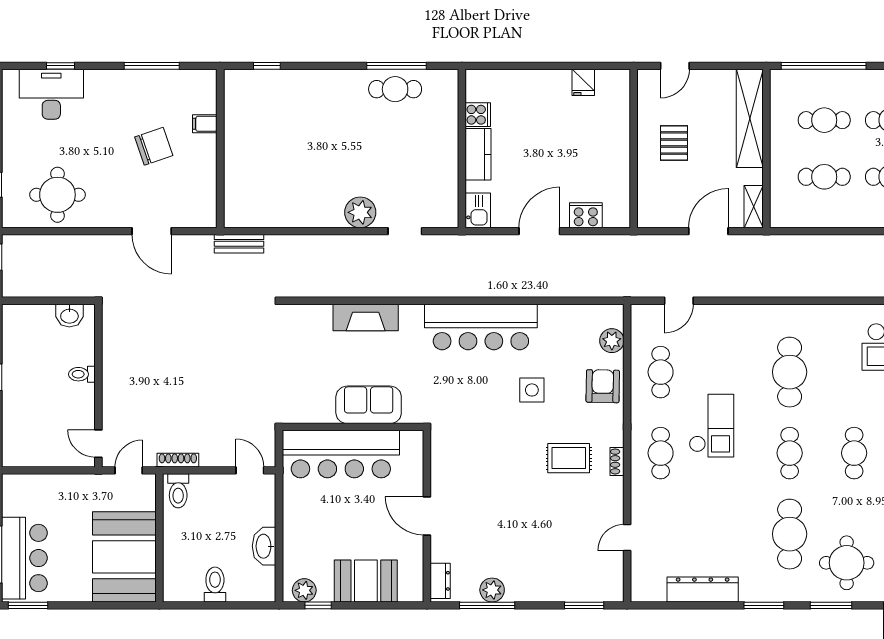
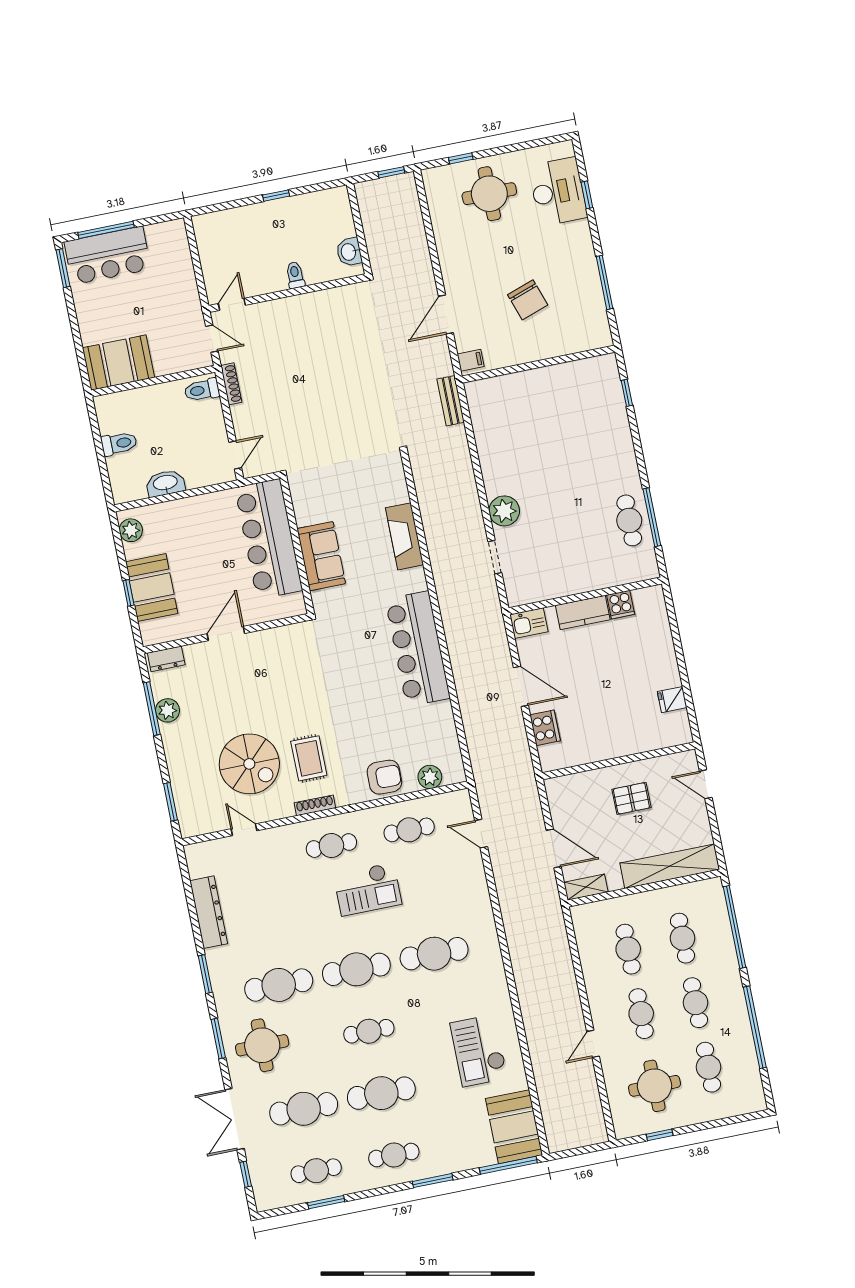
filing cabinet: (205, 124) -> (471, 360), moved, turned 90
round table: (57, 195) -> (489, 194), moved
side table: (532, 390) -> (367, 710), removed
cafe table: (790, 453) -> (356, 969), width x1.37, depth x1.35
shoe rack: (617, 461) -> (315, 805), width x1.43
spiral stairs: (562, 519) -> (249, 764), added
booth: (124, 557) -> (118, 363), width x0.73, depth x0.70
window: (318, 605) -> (128, 593), moved

